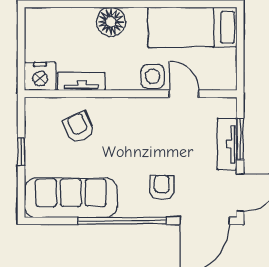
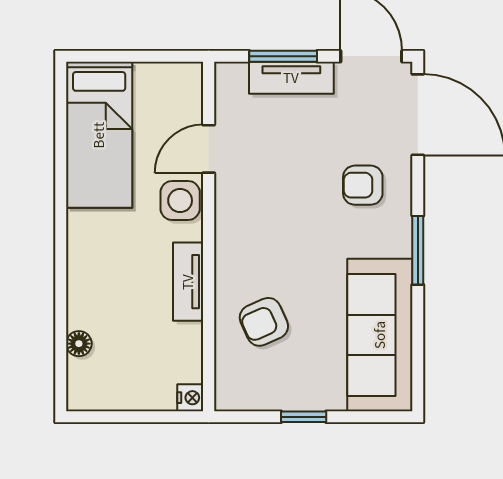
floor lamp: (111, 22) -> (79, 344), moved, width x0.53, depth x0.53
nightstand: (40, 76) -> (190, 398), width x0.53, depth x0.56
tv unit: (81, 81) -> (188, 282), moved
window: (122, 221) -> (418, 250), width x0.47

